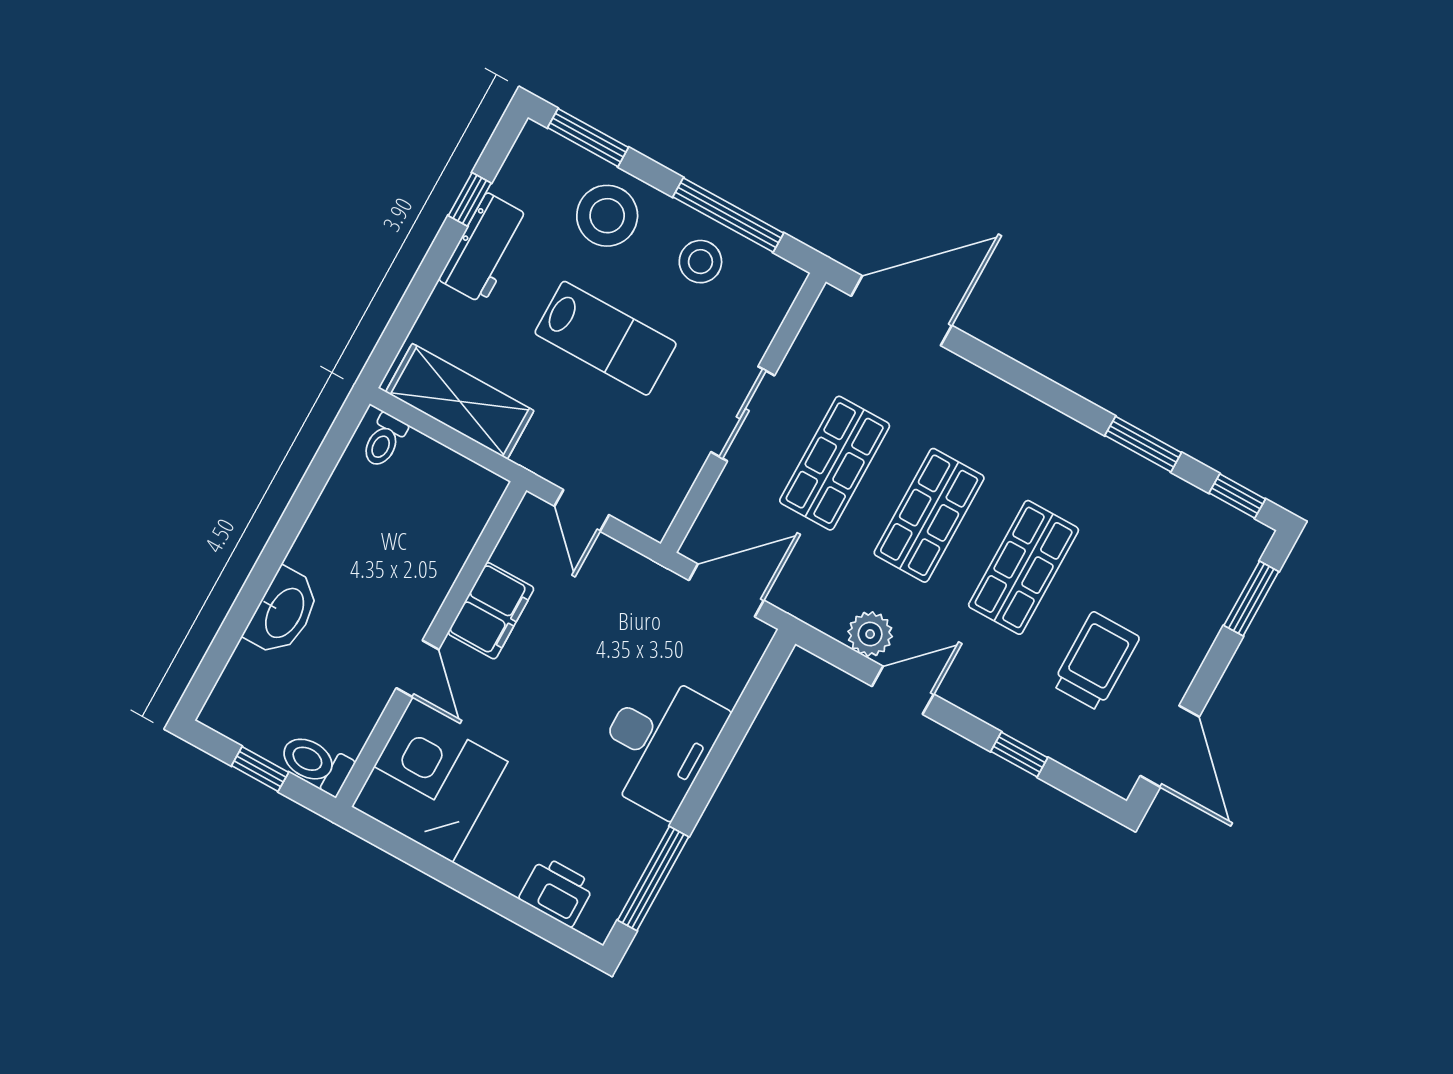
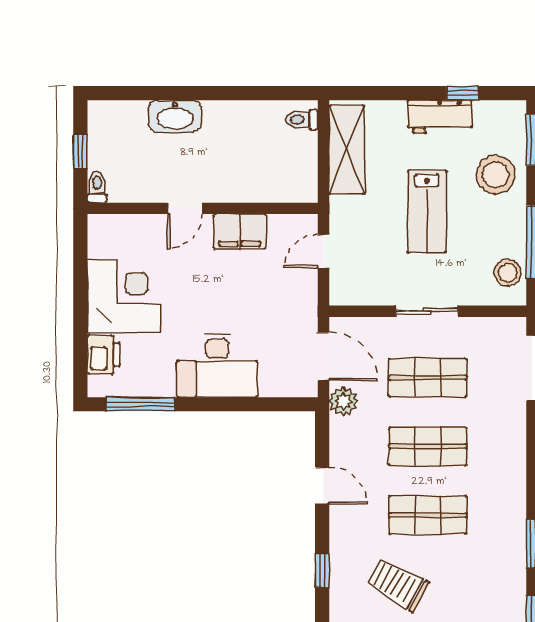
stool: (700, 262) -> (508, 273), moved
plant: (870, 634) -> (343, 401), moved
trolley: (1096, 661) -> (398, 584), turned -150
toilet: (316, 763) -> (97, 187), width x0.73, depth x0.72
corner desk: (430, 784) -> (124, 296), moved

